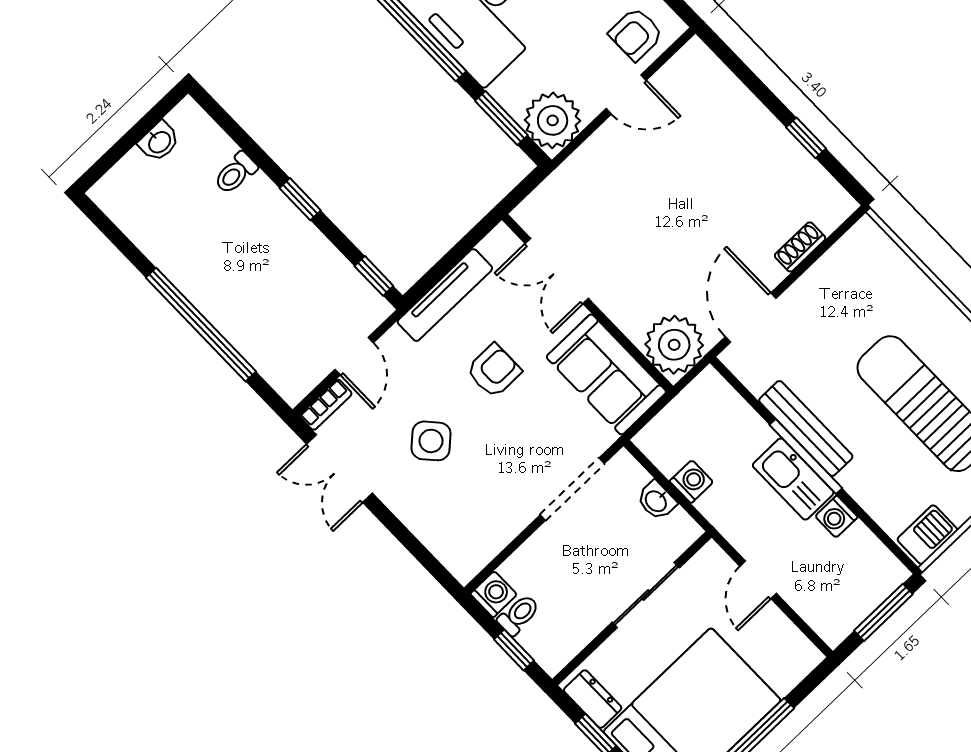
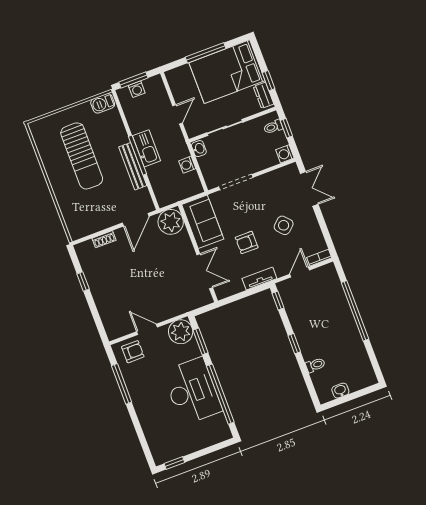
tv unit: (445, 295) -> (259, 278), width x0.71
double door: (339, 469) -> (309, 189), moved
washbasin: (656, 501) -> (199, 149), moved
washing machine: (836, 517) -> (137, 89), moved, turned 90
toilet: (519, 615) -> (273, 127), moved

